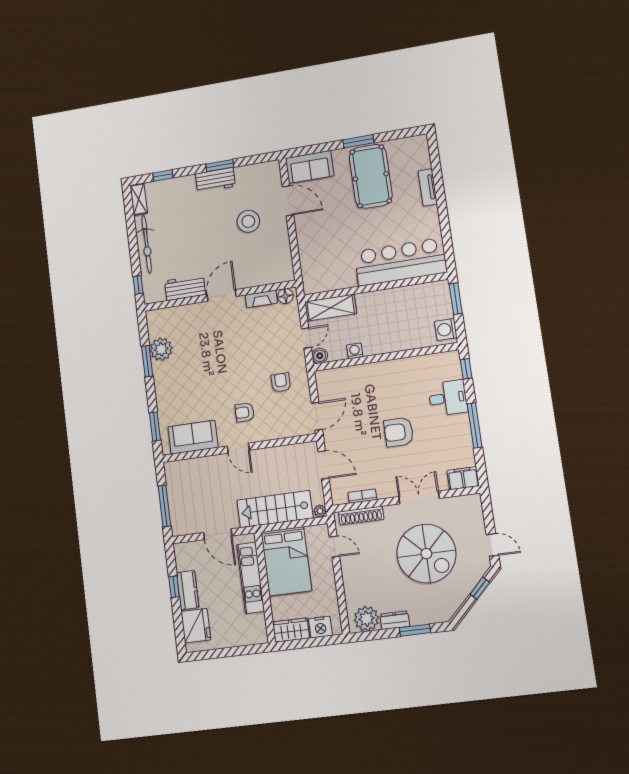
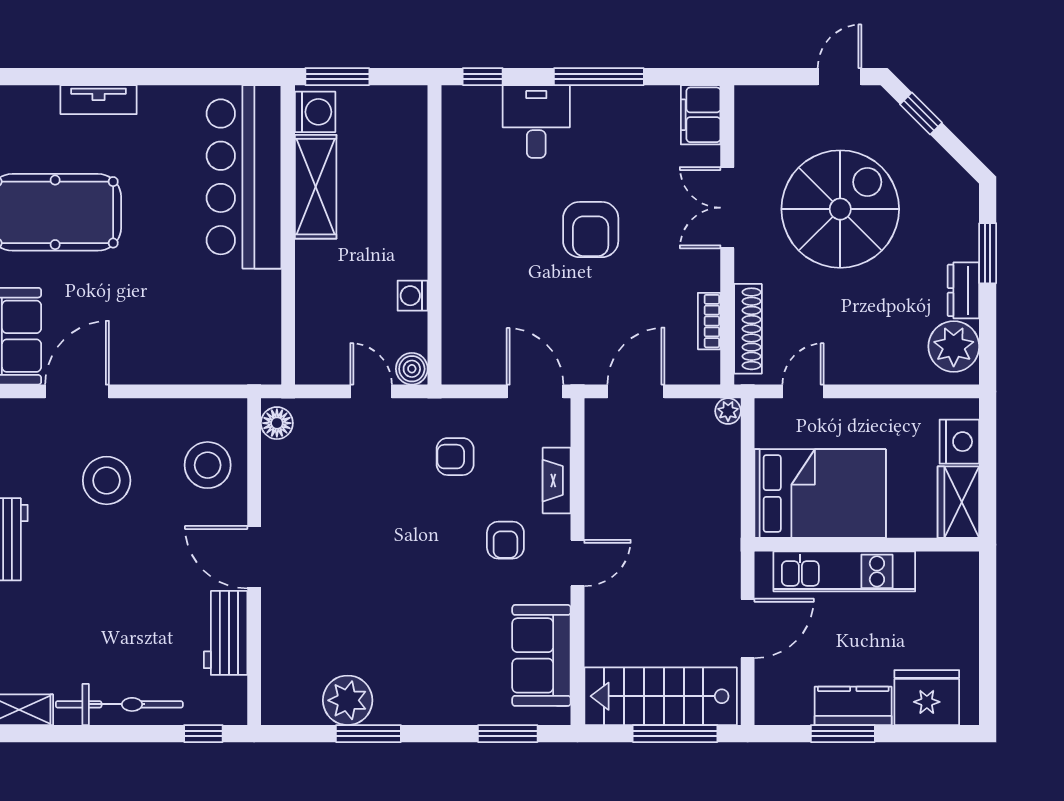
stool: (262, 267) -> (208, 465), added
fireplace: (261, 299) -> (557, 481), moved, turned 180
shelving: (331, 308) -> (316, 187), moved
washing machine: (446, 329) -> (315, 112), moved, turned -90
stairs: (275, 509) -> (661, 696), moved, turned 90
window: (174, 587) -> (843, 734), width x1.50

